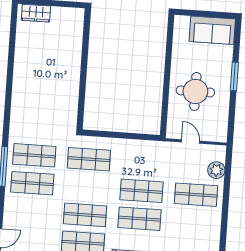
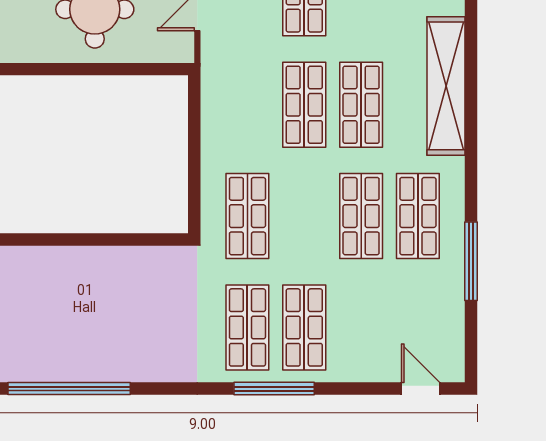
window: (10, 66) -> (69, 389), added

